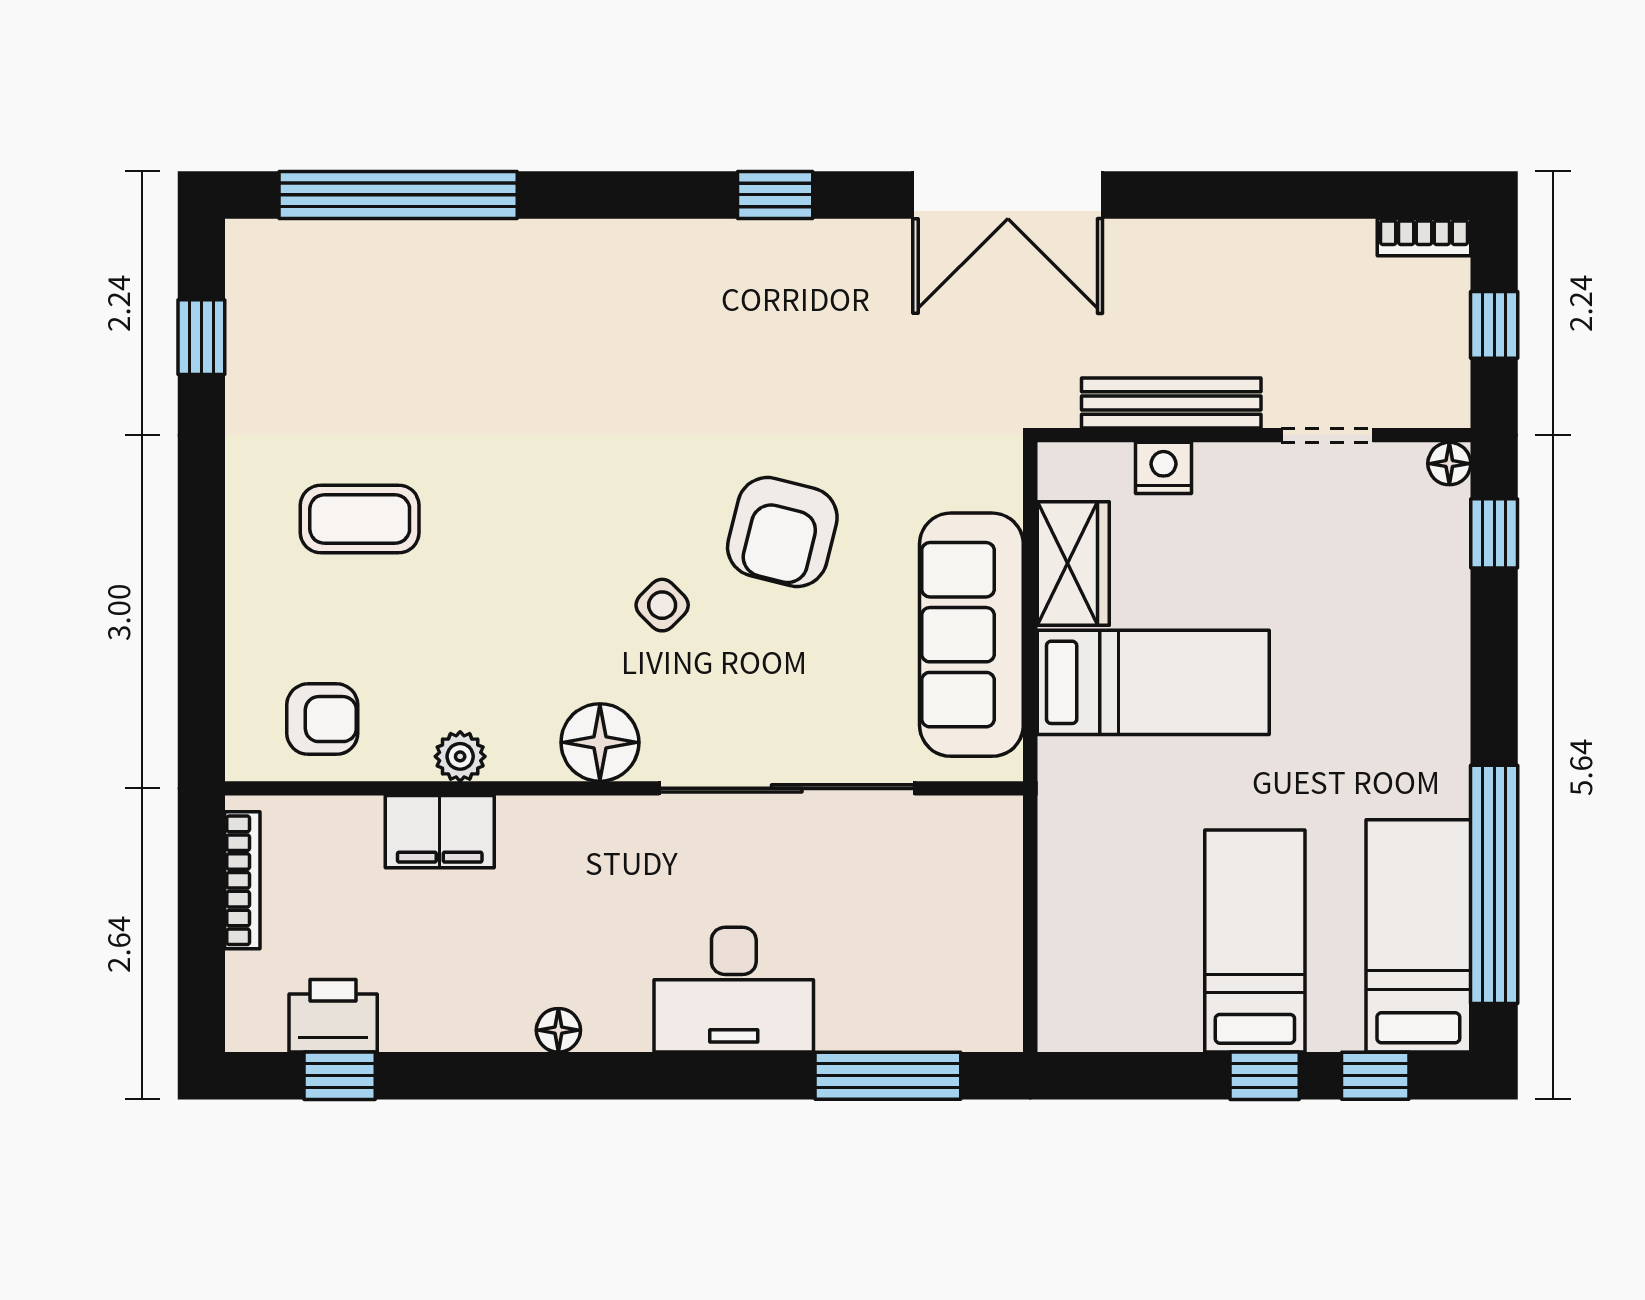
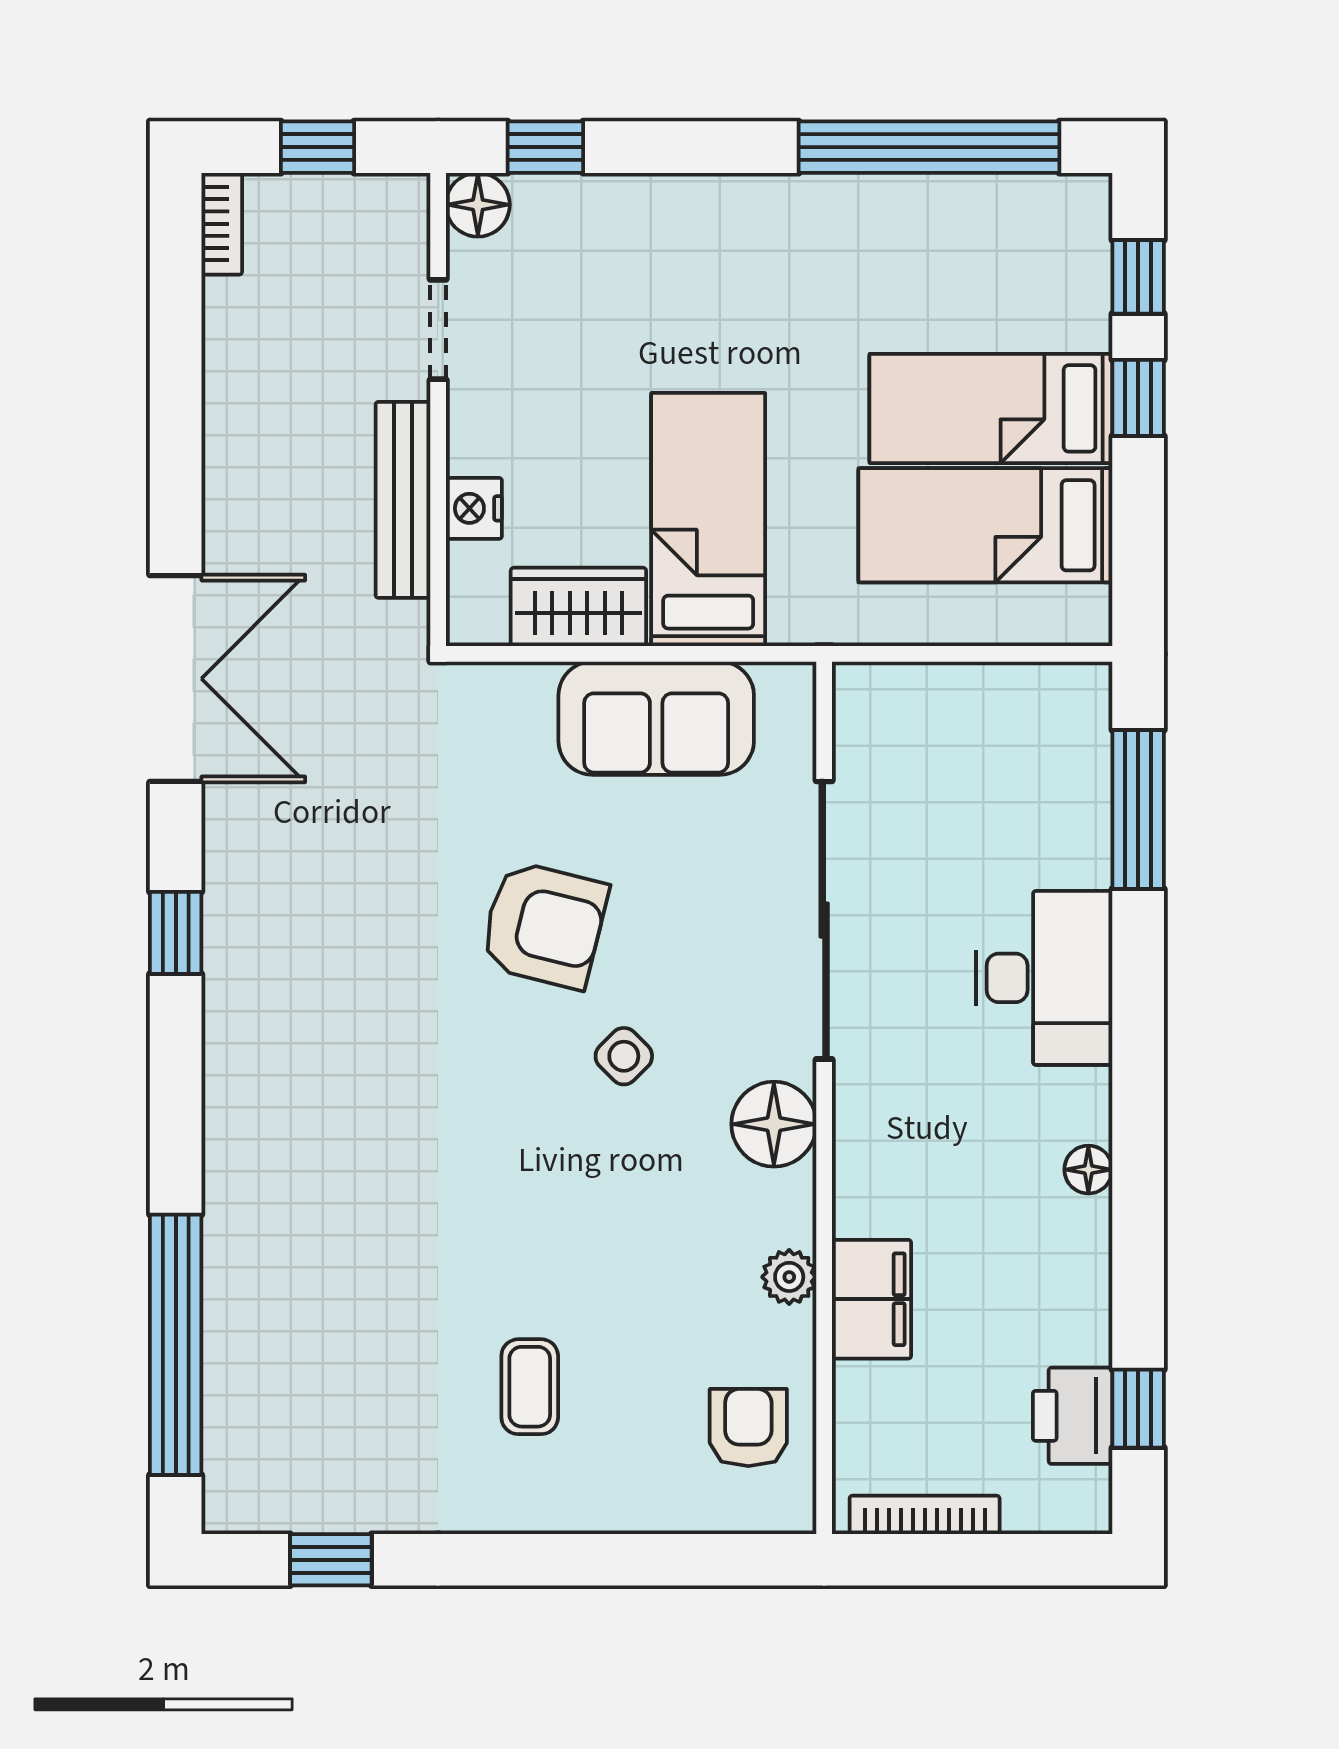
floor lamp: (1449, 464) -> (478, 205), width x1.37, depth x1.37
coffee table: (360, 519) -> (530, 1387), width x0.73, depth x0.77
sofa: (971, 635) -> (656, 718), width x0.73
bed: (1418, 936) -> (985, 525), moved

